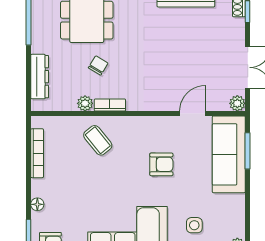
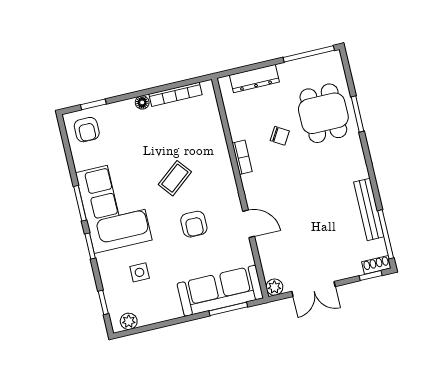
plant: (85, 103) -> (238, 131), removed
door: (193, 114) -> (249, 224), moved
coffee table: (98, 140) -> (175, 178), moved
floor lamp: (37, 204) -> (142, 102), moved

